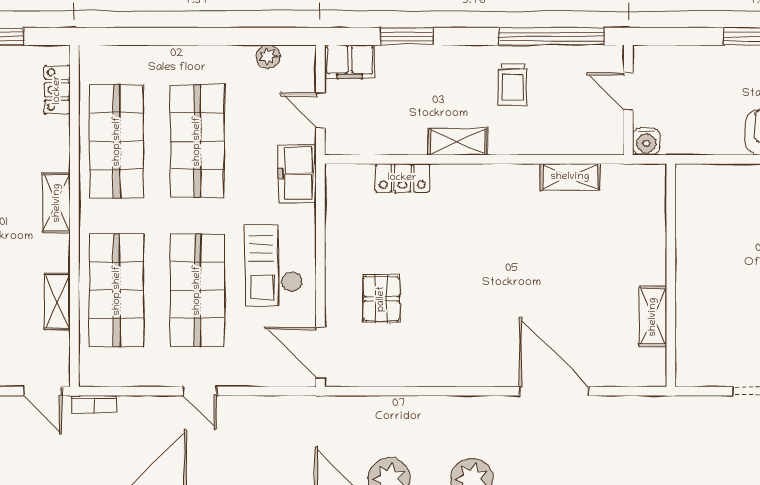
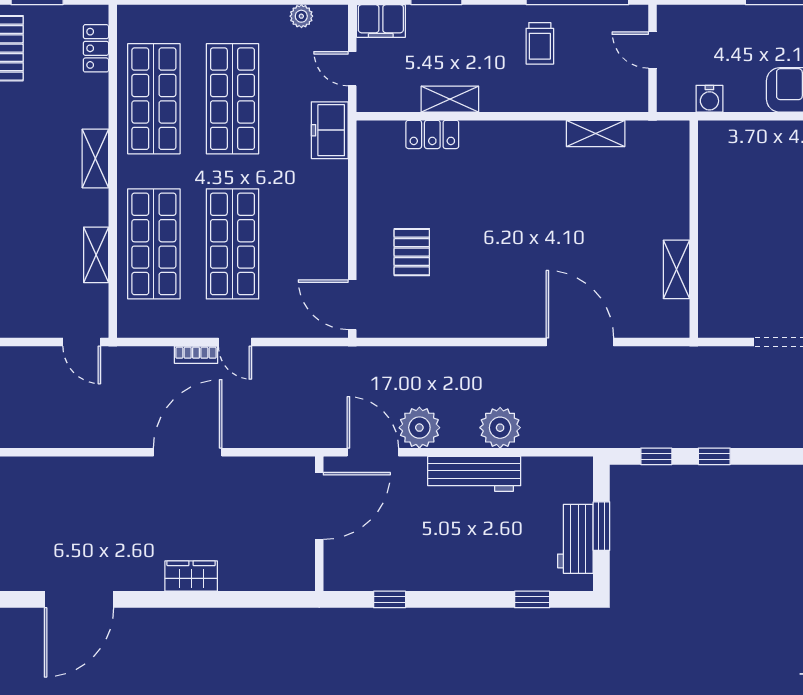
water cooler: (646, 141) -> (709, 99), moved
shelving: (458, 142) -> (450, 99), moved
checkout: (273, 265) -> (307, 220), removed
bookcase: (94, 404) -> (196, 355), moved

